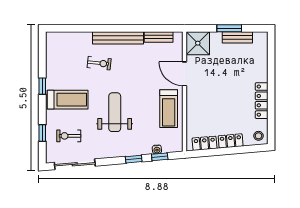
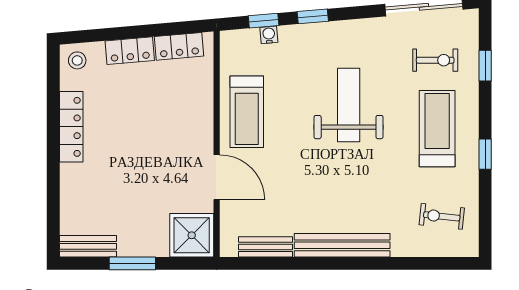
bench: (237, 37) -> (88, 246), moved
exercise bike: (99, 63) -> (442, 216), moved
treadmill: (68, 100) -> (437, 129), turned 90
treadmill: (169, 109) -> (247, 112), turned 180
weight bench: (115, 112) -> (349, 105), turned 180

